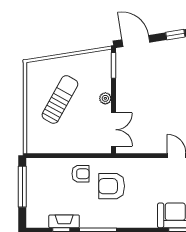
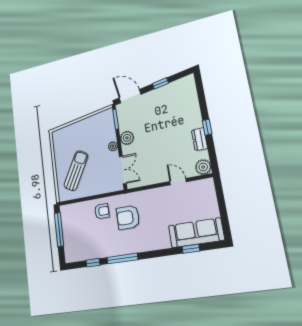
plant: (124, 92) -> (127, 138), added
sun lounger: (60, 99) -> (76, 171), moved
fireplace: (64, 221) -> (94, 254), removed

